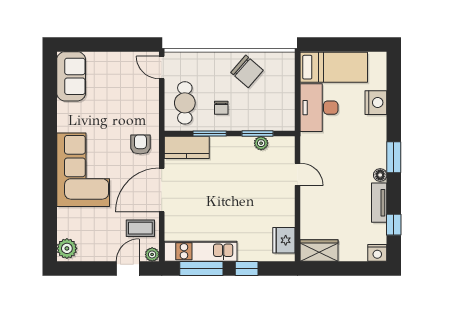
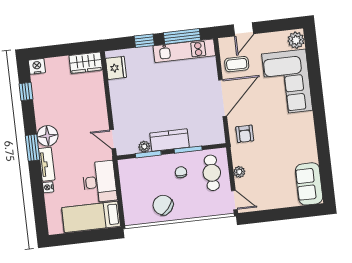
nightstand: (376, 103) -> (48, 187), width x0.53, depth x0.56
kitchen counter: (187, 147) -> (170, 140), moved
corner sofa: (83, 170) -> (287, 82), moved
door: (298, 174) -> (113, 139), moved
floor lamp: (380, 175) -> (47, 136), width x1.89, depth x1.89
tv unit: (379, 203) -> (47, 164), moved
plant: (152, 254) -> (239, 172), moved

